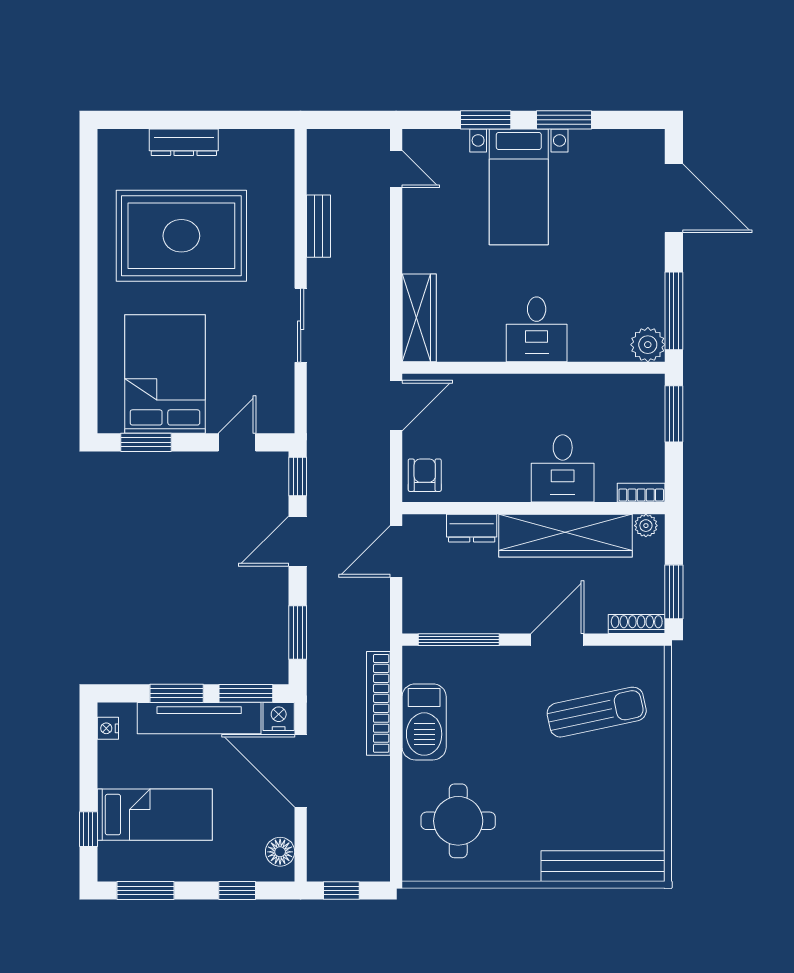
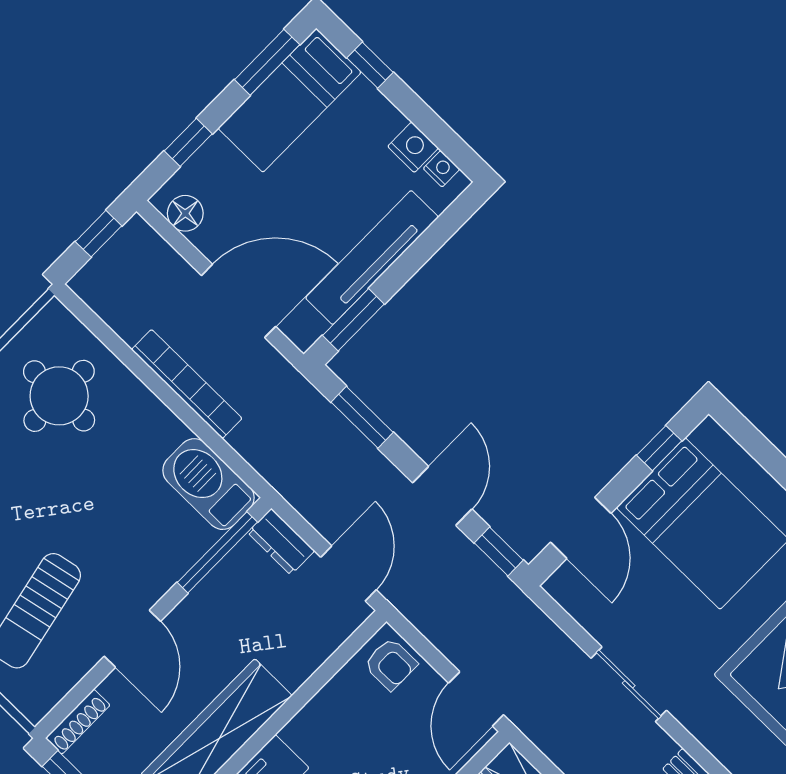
window: (146, 442) -> (659, 448), width x0.67
door: (237, 442) -> (581, 528), width x1.38
dresser: (472, 528) -> (281, 542), moved, turned -90
window: (177, 693) -> (413, 259), removed
bookcase: (378, 703) -> (187, 384), moved
nightstand: (279, 717) -> (413, 147), moved, turned -90
barbecue: (424, 722) -> (208, 484), moved
bed: (155, 815) -> (290, 100), moved

